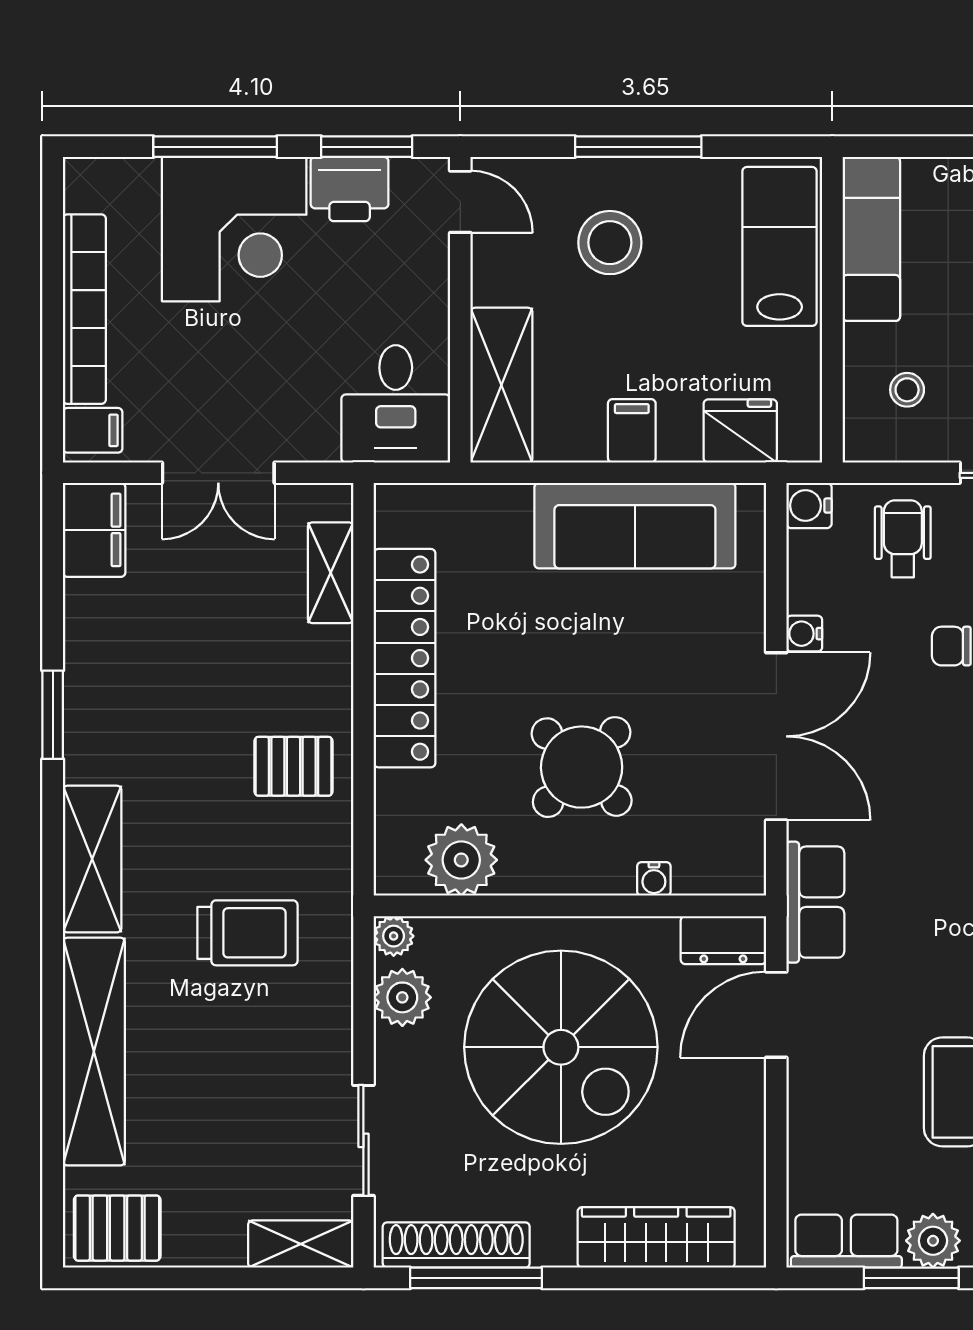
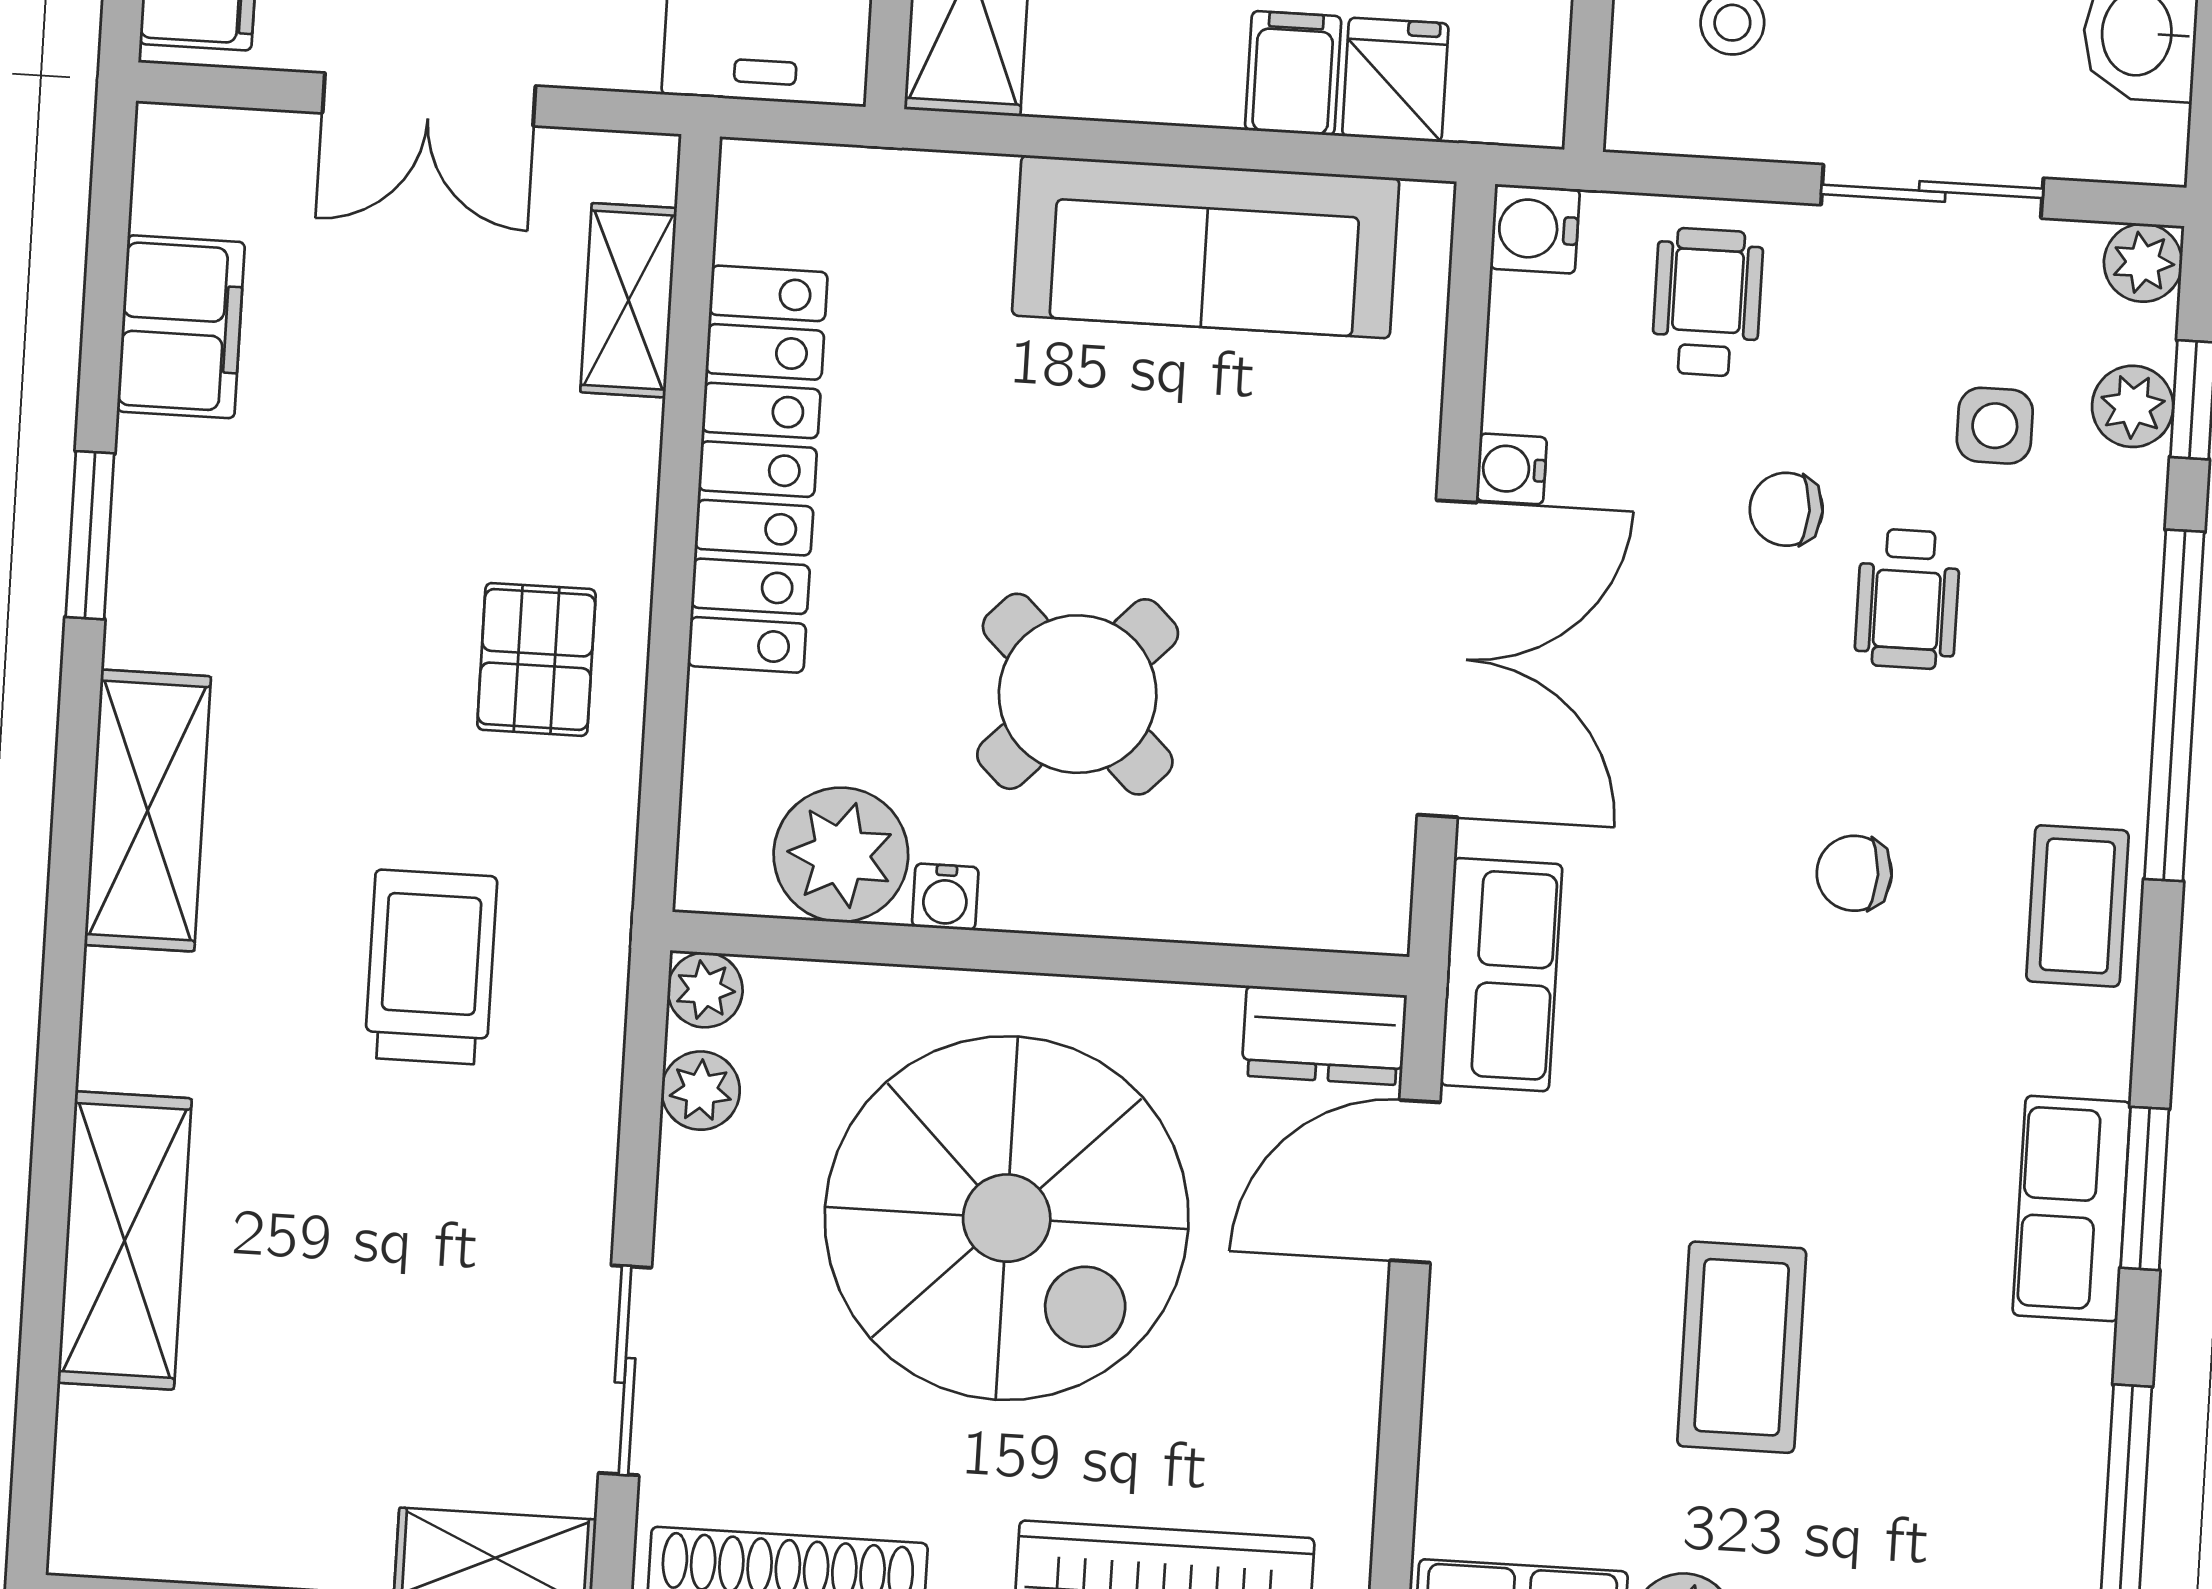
filing cabinet: (632, 431) -> (1293, 73), moved
fridge: (740, 431) -> (1395, 80), width x0.72
filing cabinet: (94, 530) -> (181, 327), moved
pallet: (293, 766) -> (536, 659), turned 90
water cooler: (654, 879) -> (945, 897), moved
trolley: (247, 933) -> (431, 967), turned -90
plant: (402, 997) -> (701, 1091), width x0.73, depth x0.73
shelving: (94, 1052) -> (125, 1240), width x0.68
pallet: (117, 1228) -> (152, 1507), removed

